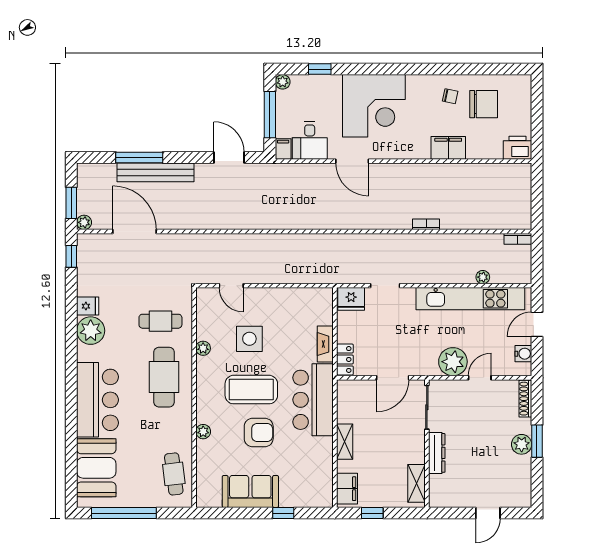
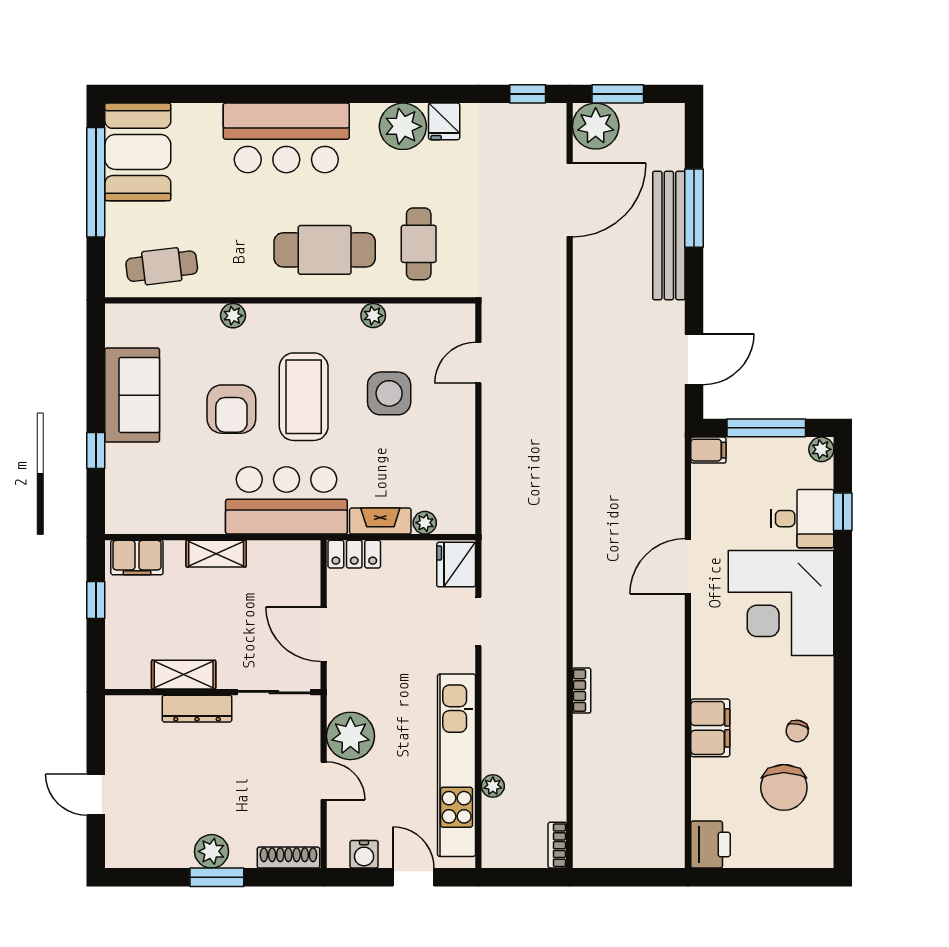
desk: (310, 141) -> (802, 519), moved, turned 180
plant: (84, 222) -> (596, 126), width x1.87, depth x1.87
plant: (326, 318) -> (425, 523), added
booth: (96, 468) -> (138, 152), moved, turned 90
shelving: (417, 483) -> (184, 675), moved

